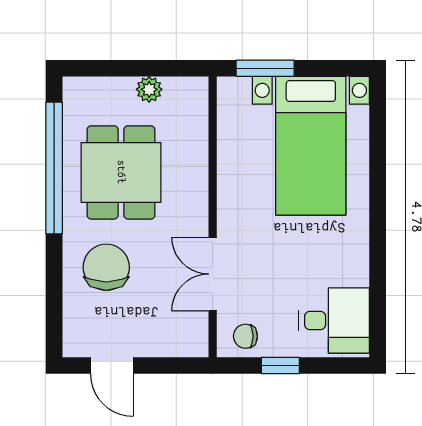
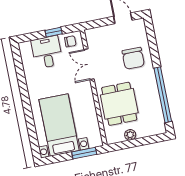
dining table: (121, 172) -> (119, 104), moved
double door: (213, 274) -> (89, 64), swing flipped
desk: (334, 320) -> (47, 52), moved, turned 90

